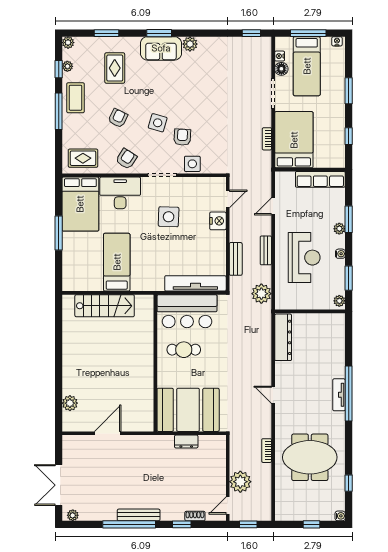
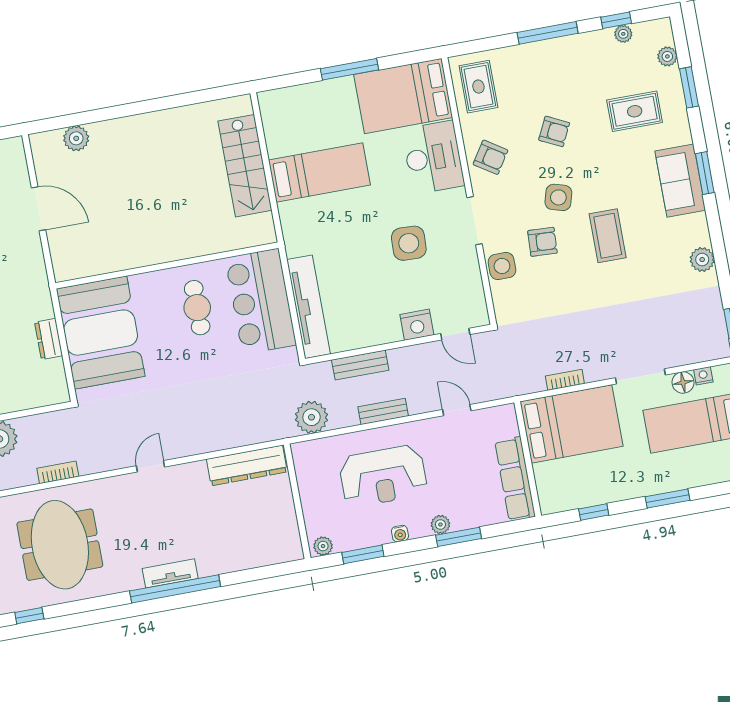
plant: (68, 43) -> (667, 56), moved
plant: (190, 44) -> (702, 260), moved
coffee table: (75, 98) -> (608, 236), moved, turned 90

